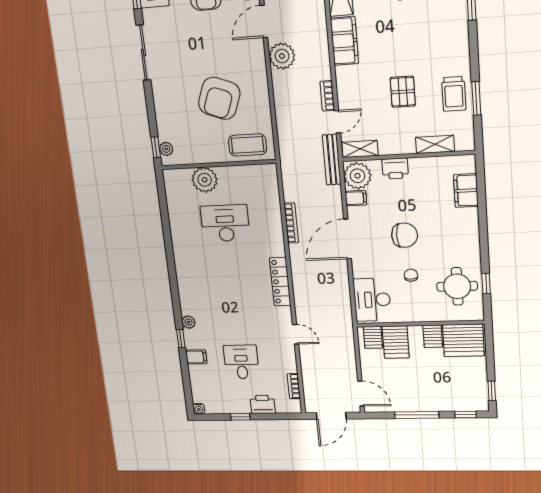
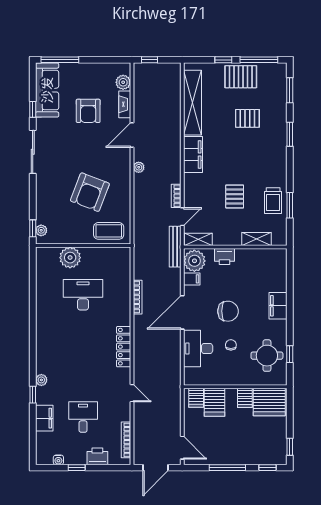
plant: (282, 56) -> (139, 167), width x0.53, depth x0.53
filing cabinet: (466, 191) -> (278, 306), moved
desk: (372, 300) -> (198, 349), moved
filing cabinet: (196, 357) -> (44, 418), width x2.00
bookcase: (294, 386) -> (126, 440), width x1.56
water cooler: (199, 409) -> (58, 460), moved

